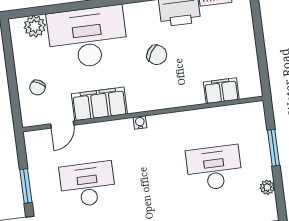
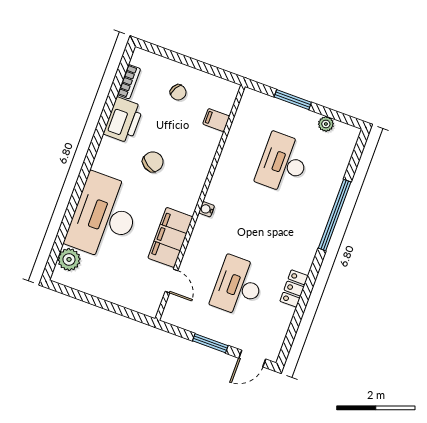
chair: (37, 88) -> (178, 92), moved
filing cabinet: (221, 91) -> (216, 120), width x0.50

